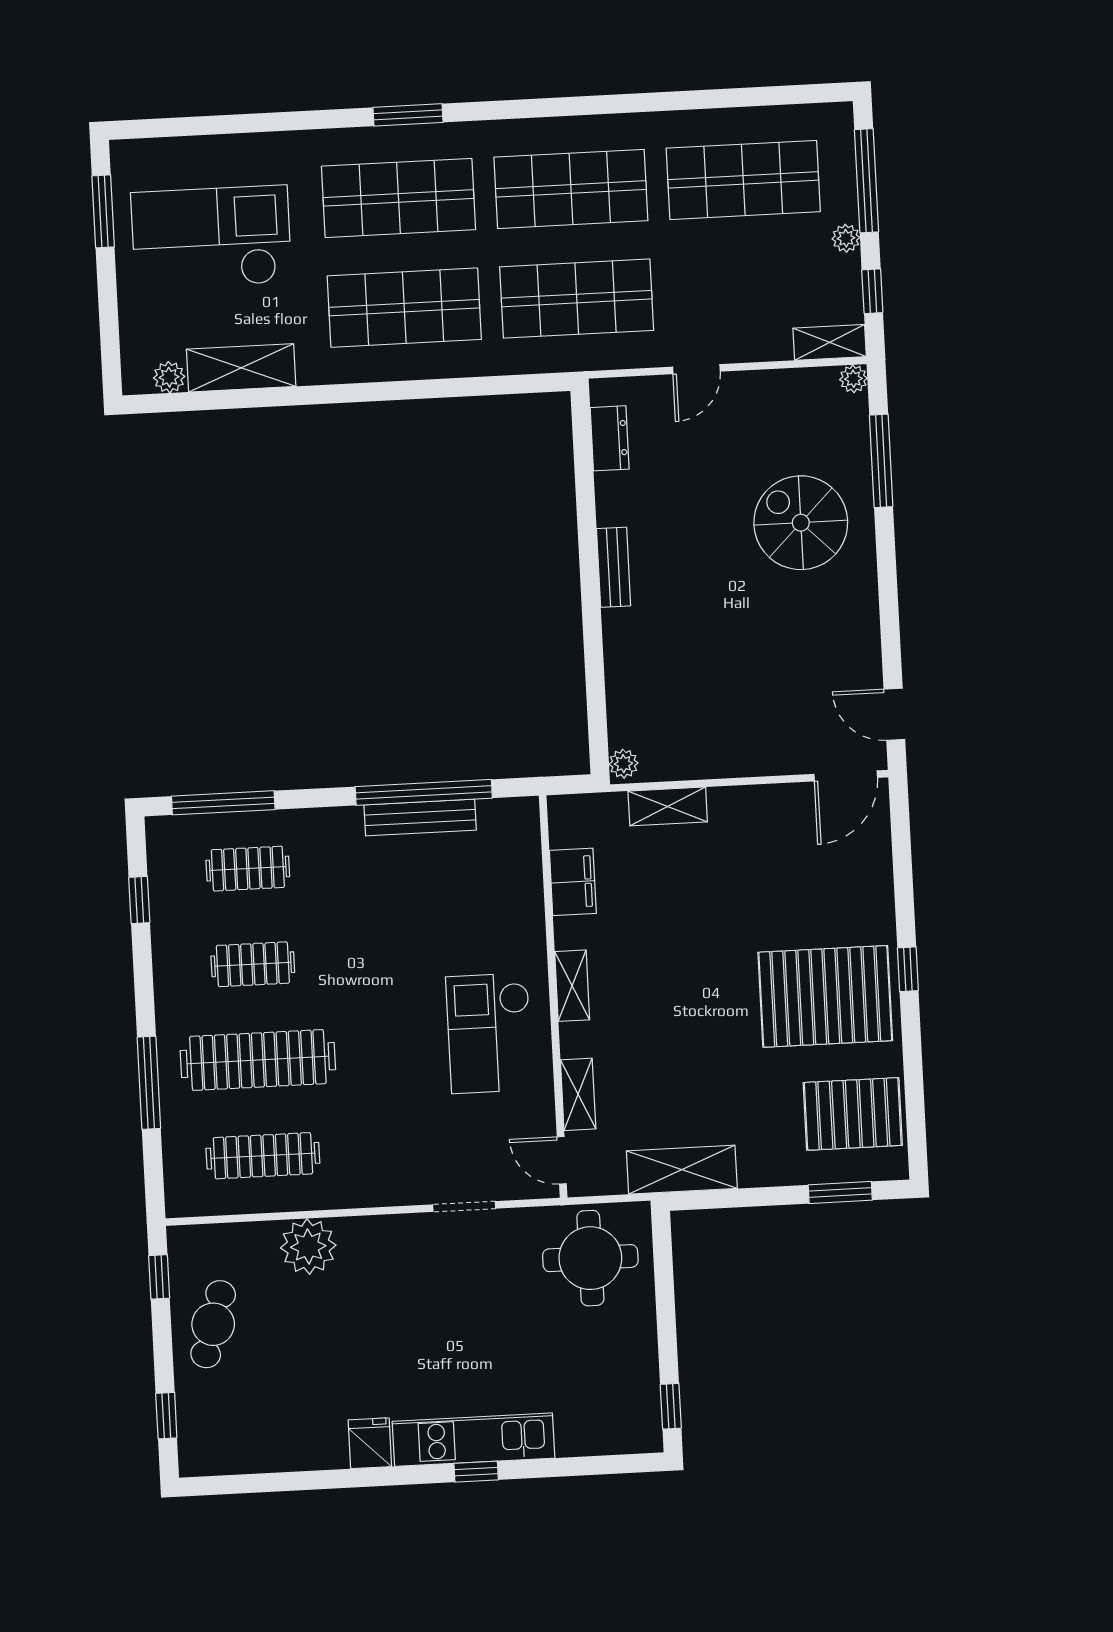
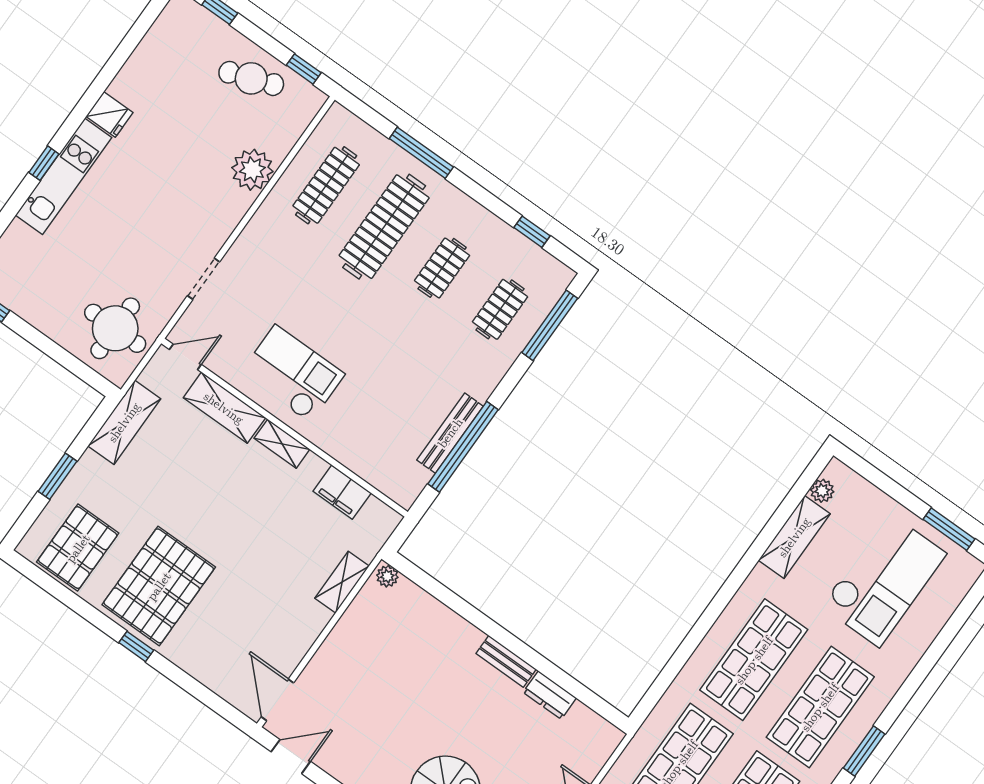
dresser: (610, 438) -> (550, 695), moved
shelving: (578, 1094) -> (224, 408), width x1.50, depth x1.33
window: (840, 1193) -> (57, 476), moved
cafe table: (213, 1324) -> (251, 78), turned -37

